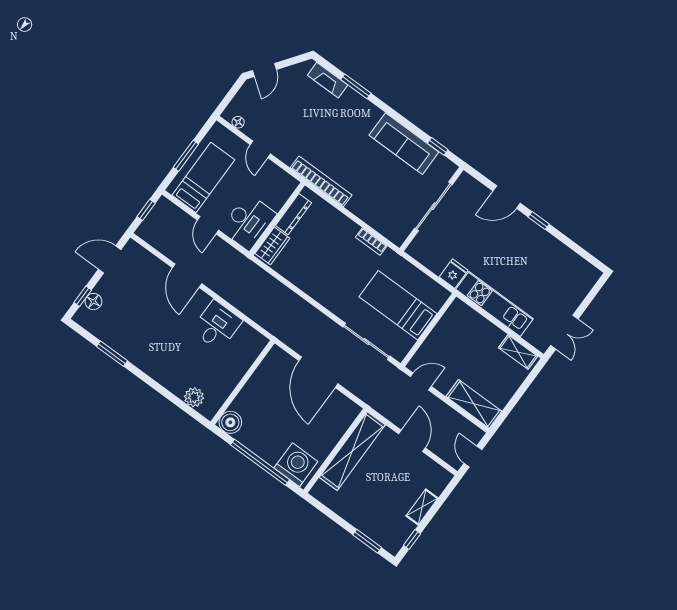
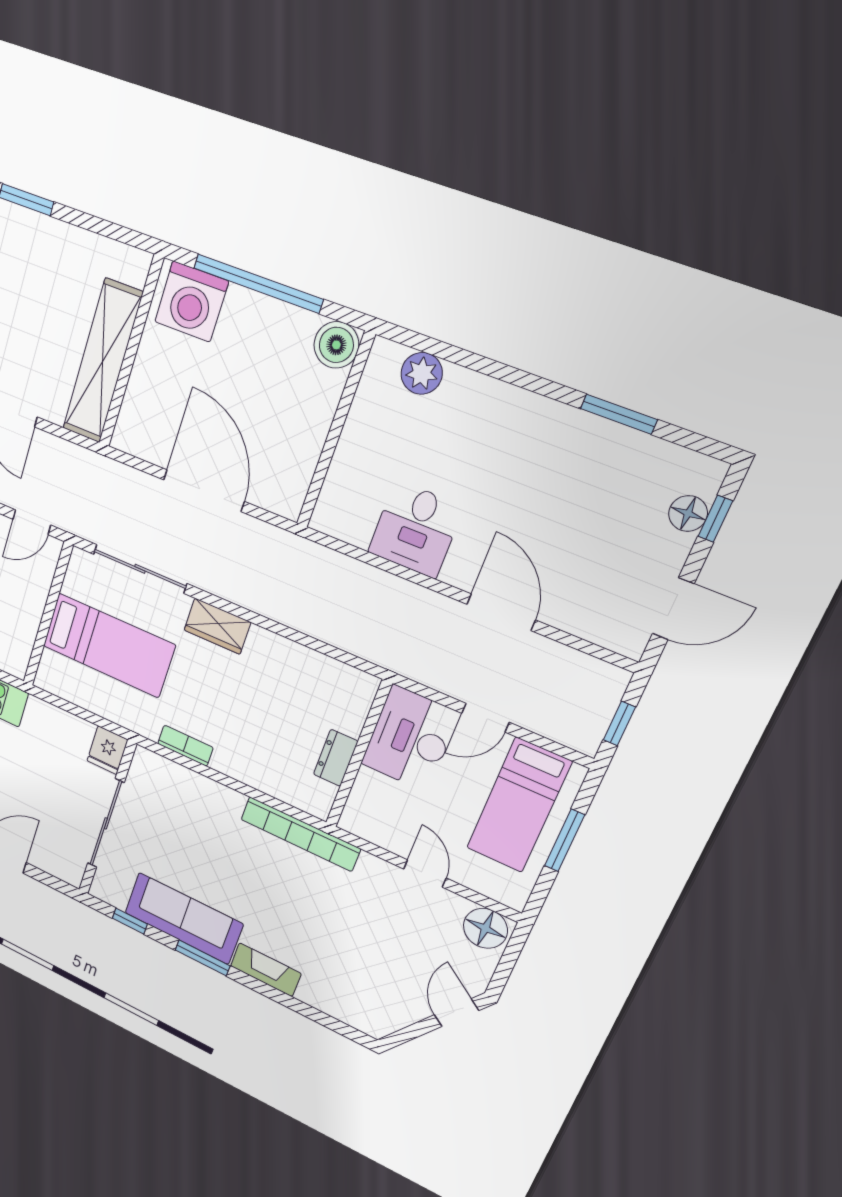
fireplace: (328, 80) -> (266, 970), moved
window: (356, 86) -> (203, 958), moved
floor lamp: (238, 122) -> (485, 928), width x1.89, depth x1.89
dresser: (293, 214) -> (336, 758), width x0.70
door: (208, 225) -> (485, 718), swing flipped
wardrobe: (272, 246) -> (217, 626), moved, turned -90
fridge: (454, 274) -> (107, 750), moved

